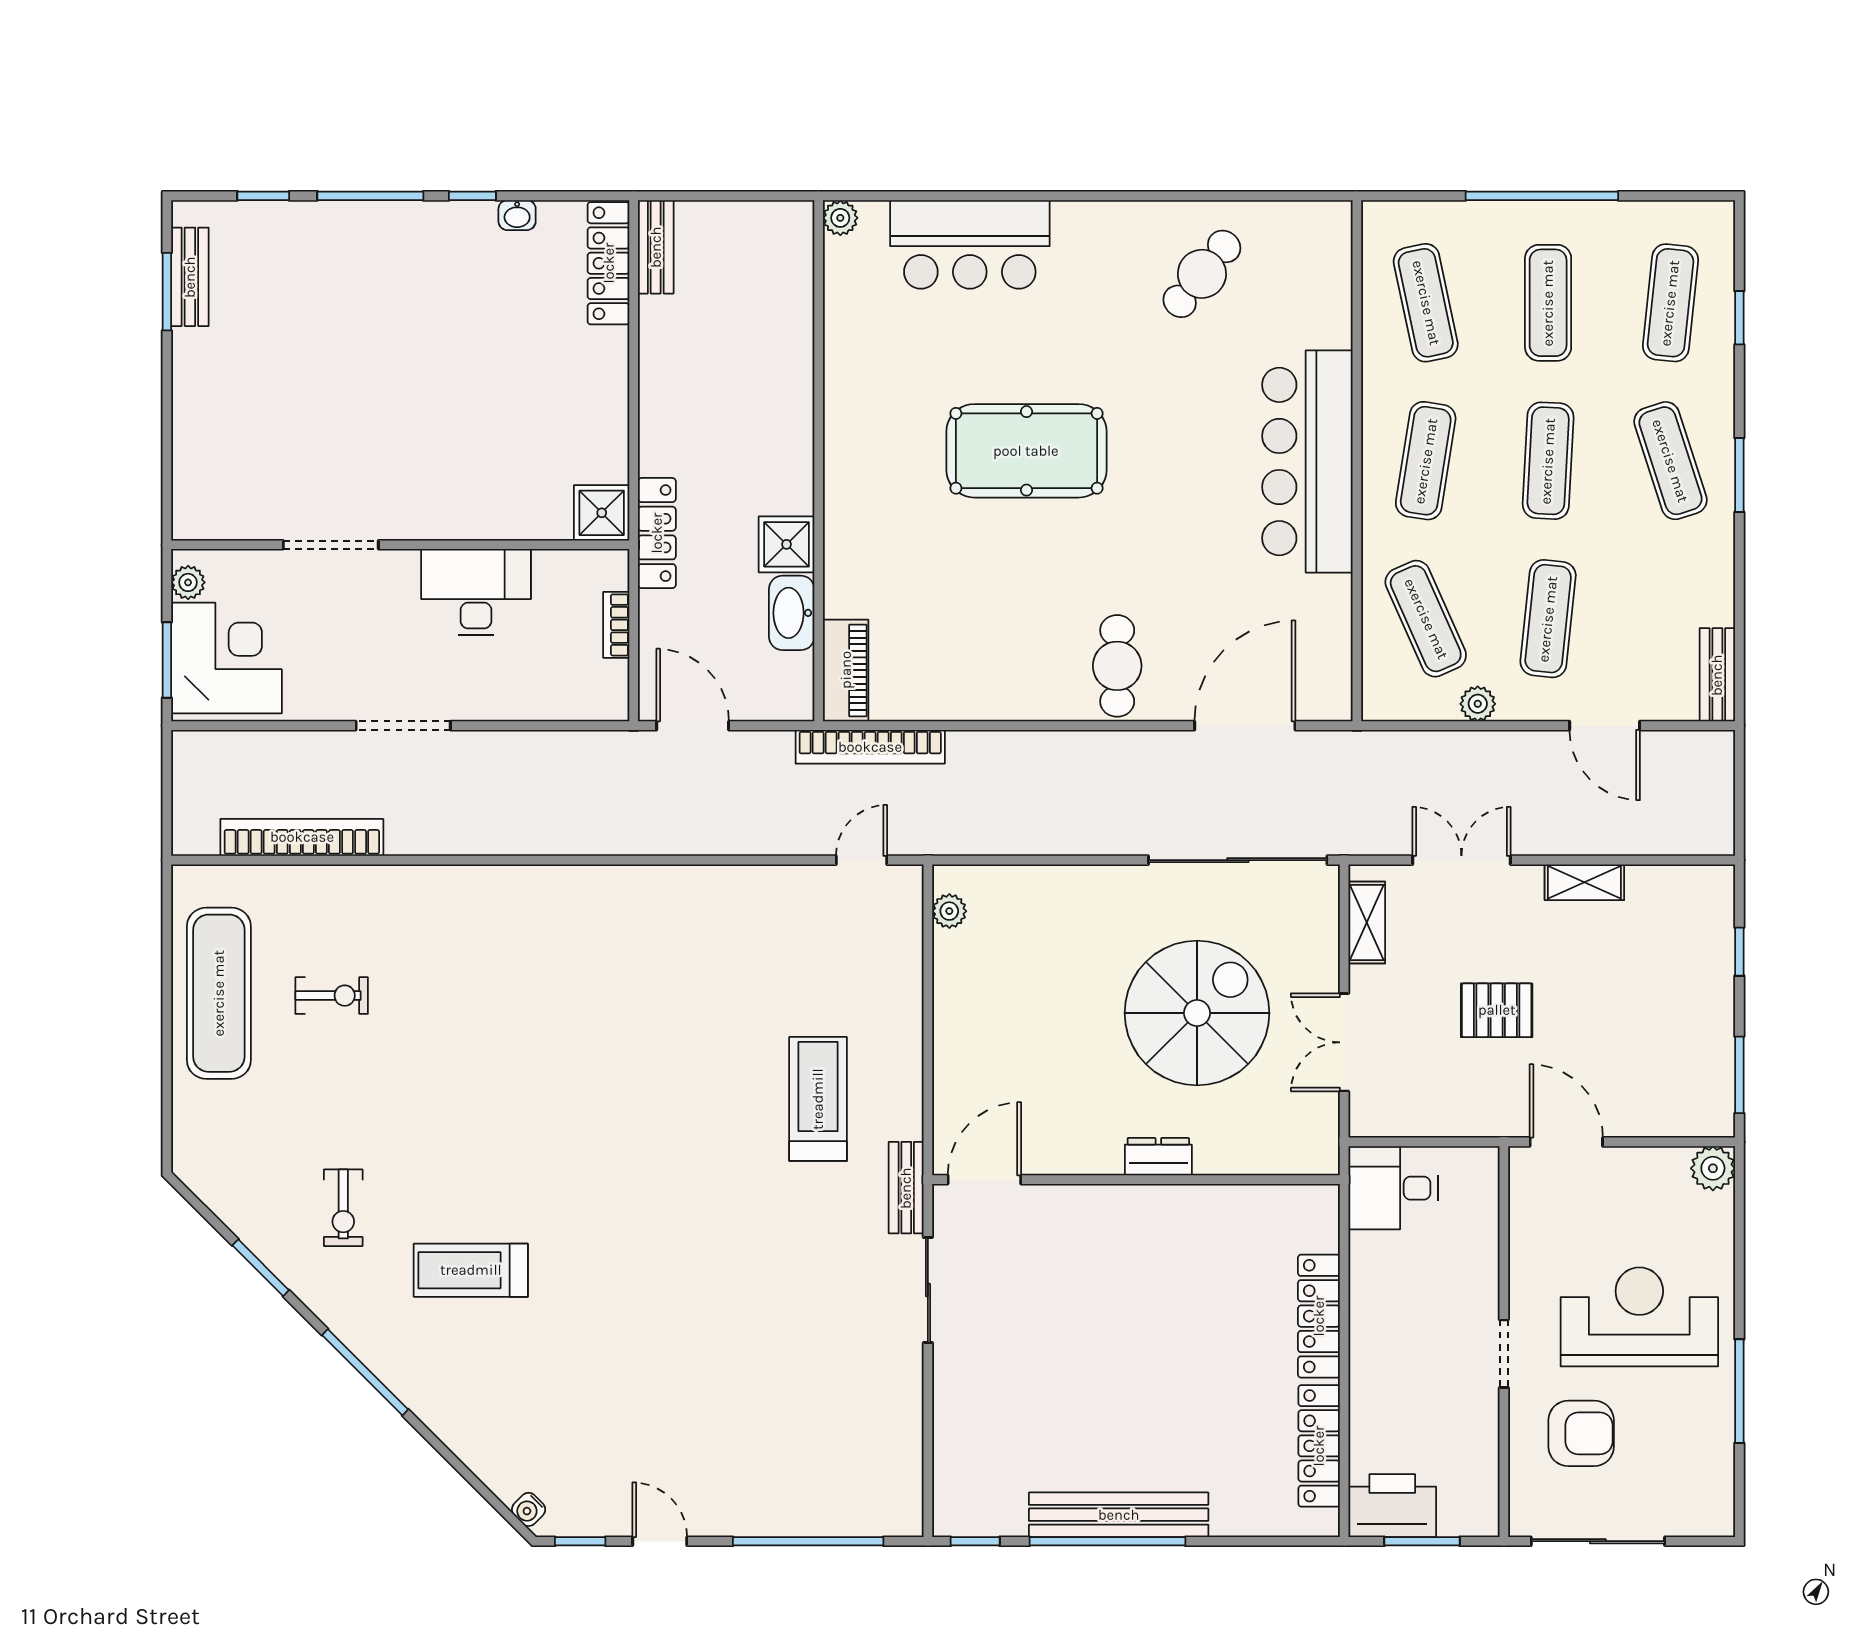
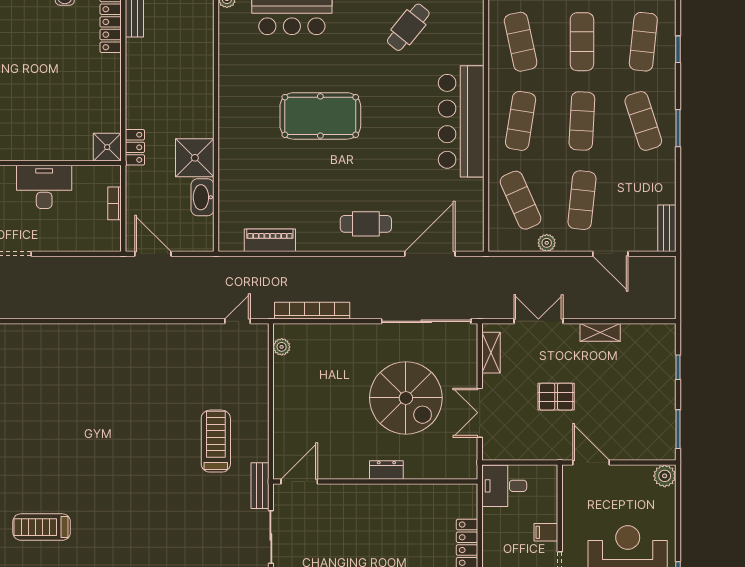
locker: (657, 533) -> (135, 147), width x0.66
shower: (787, 544) -> (195, 158), width x1.36, depth x1.36
cafe table: (1117, 666) -> (366, 224), turned 90
piano: (846, 670) -> (270, 240), moved, turned -90
bookcase: (870, 747) -> (312, 311), moved, turned 180
spiral stairs: (1197, 1013) -> (406, 398), turned 90
filing cabinet: (1476, 1281) -> (546, 532), added

